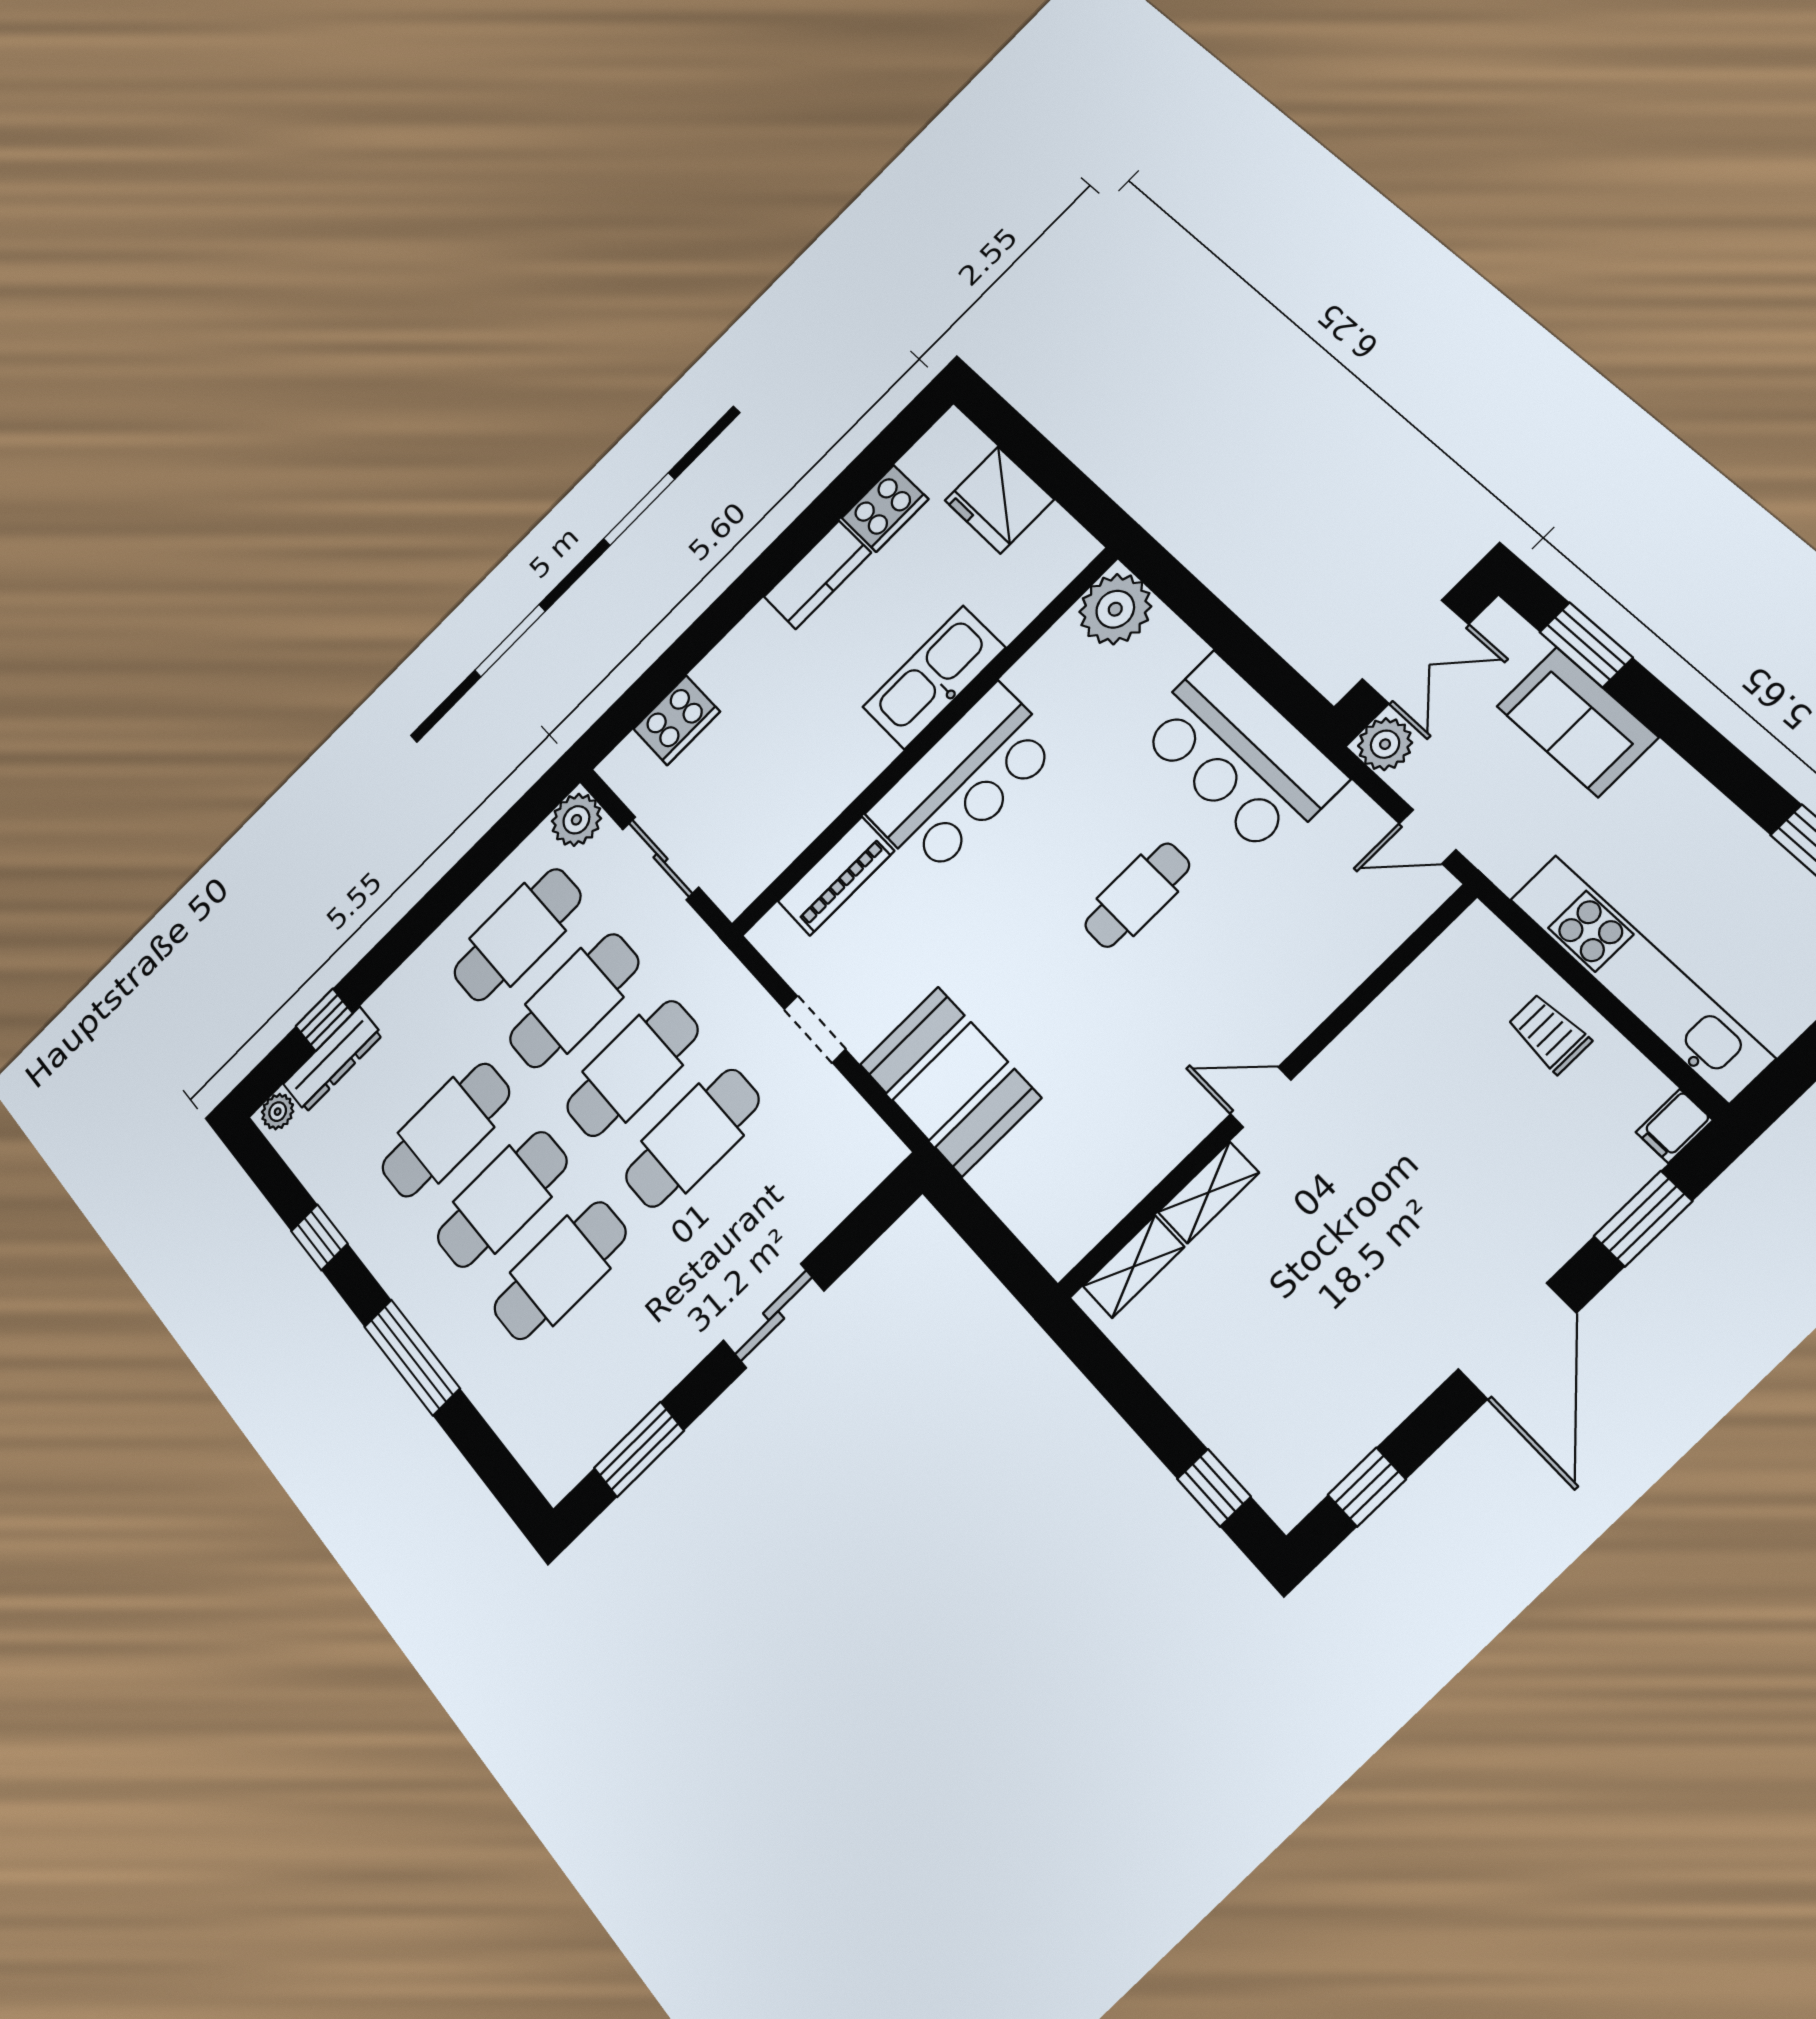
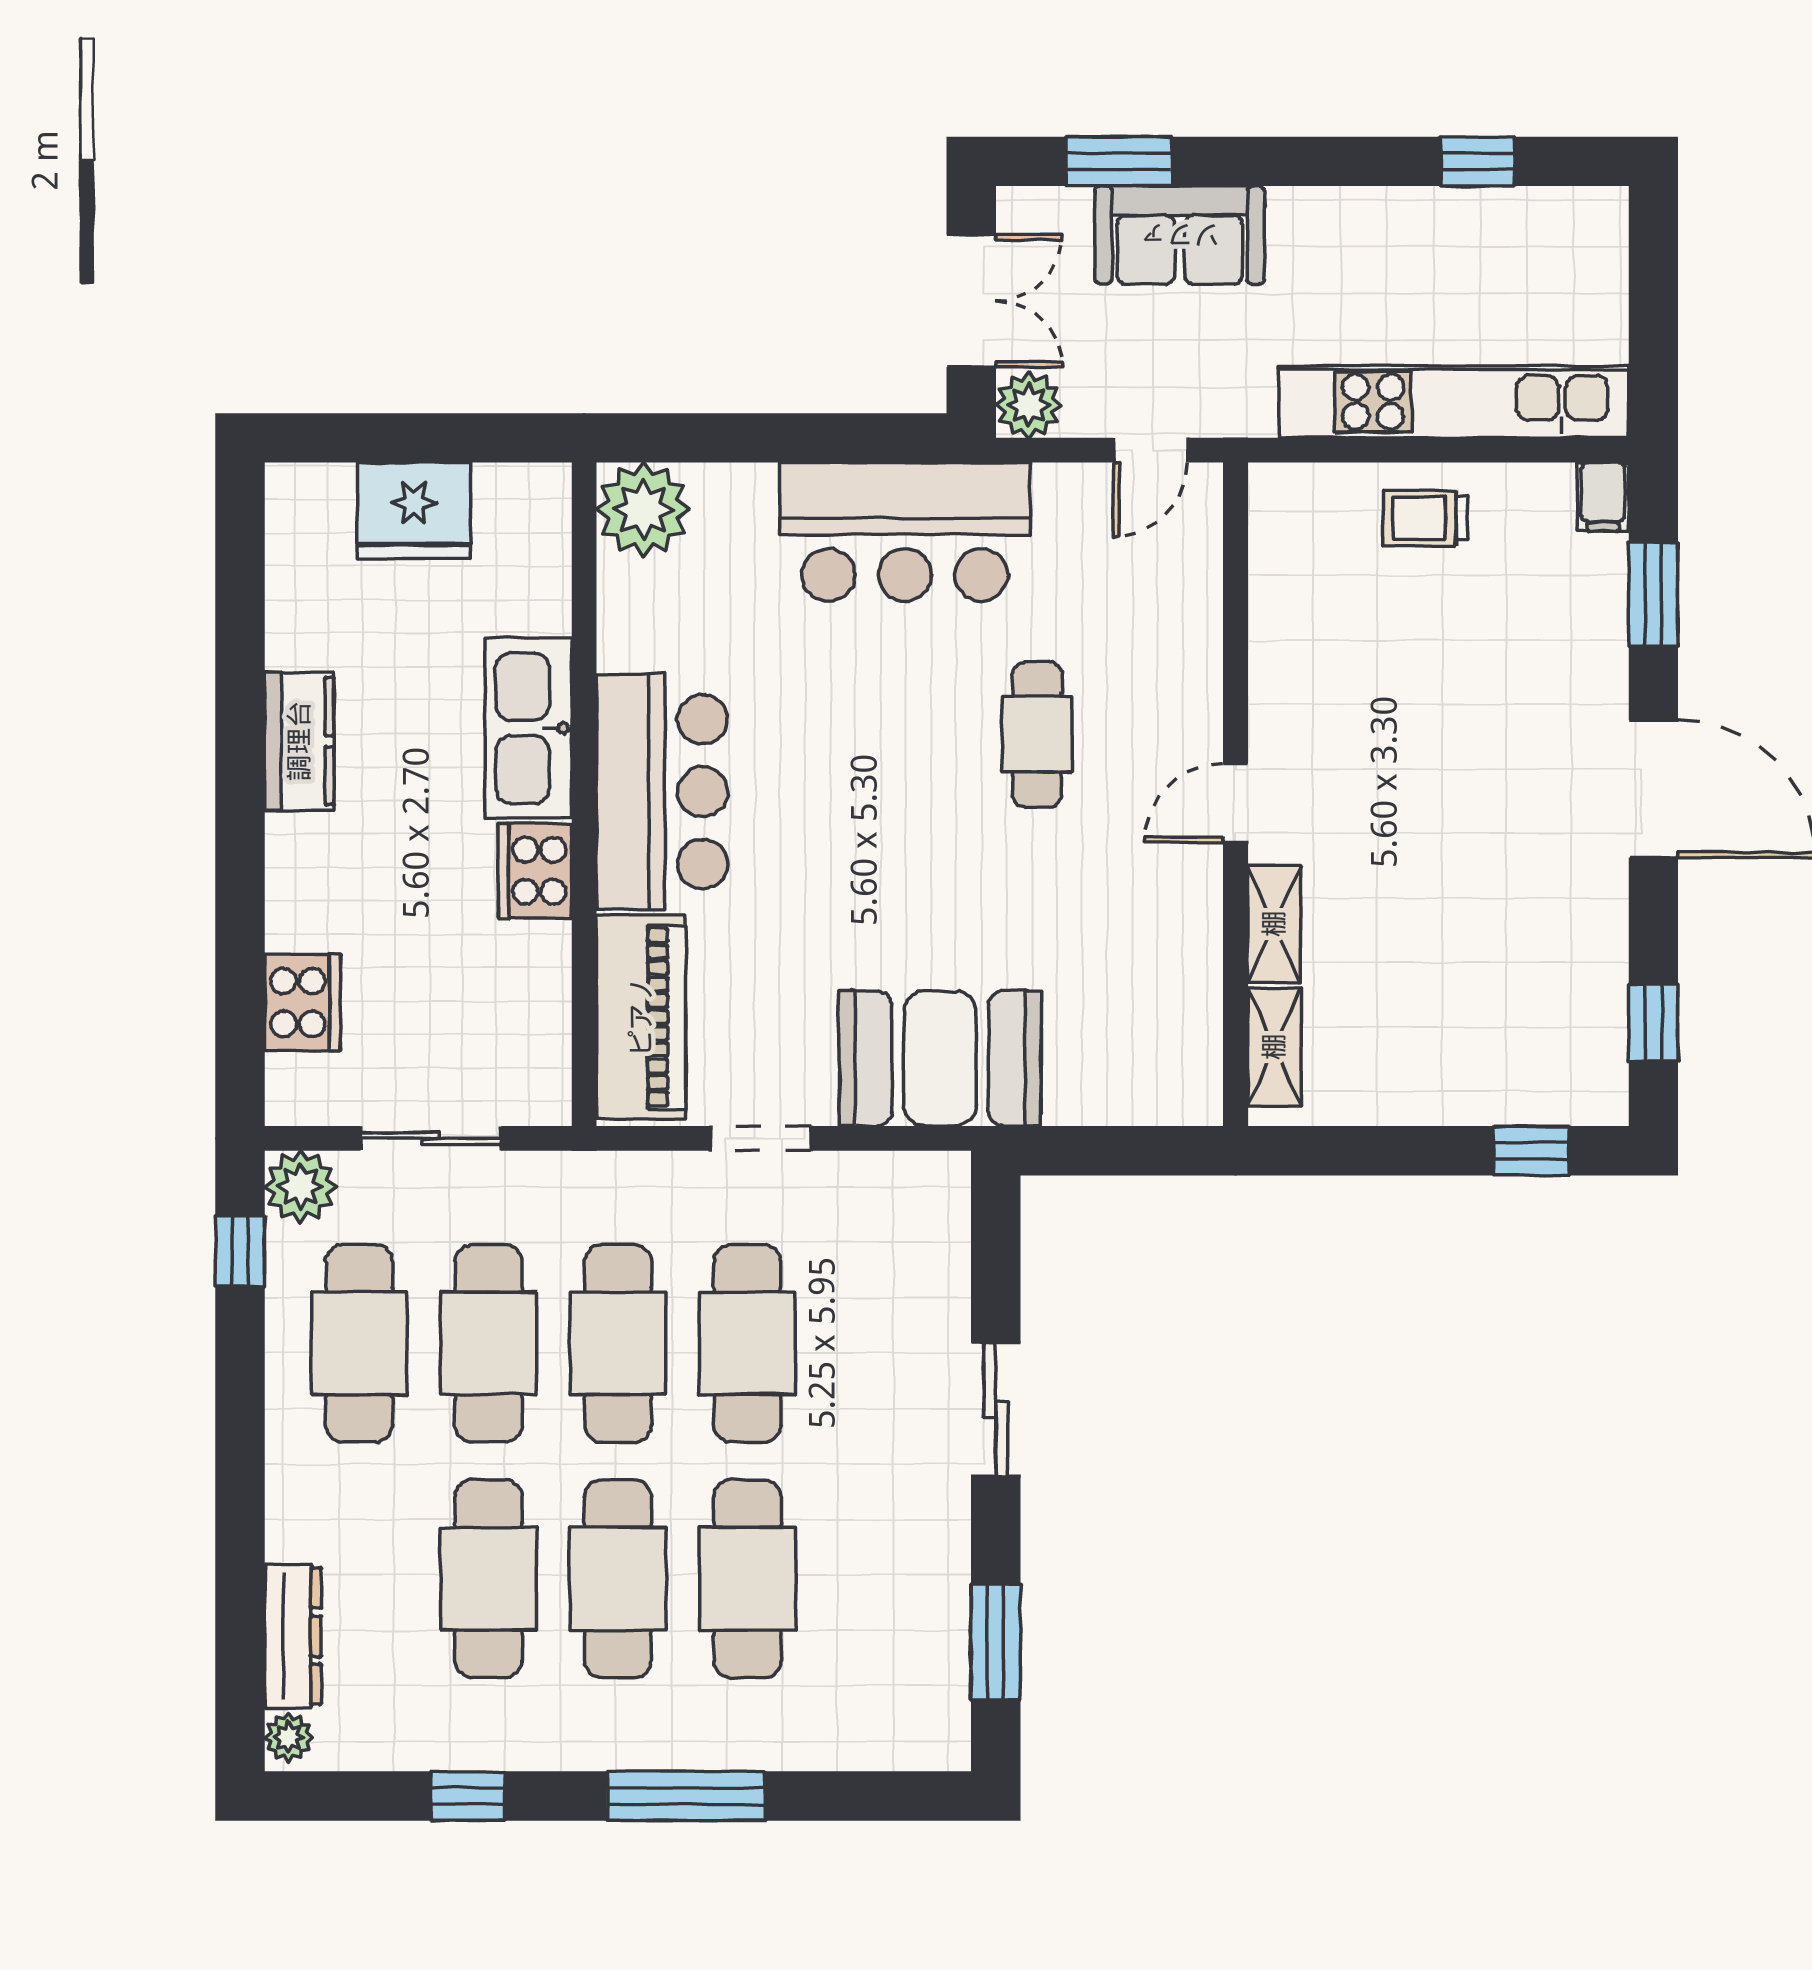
cooker: (885, 508) -> (535, 871), moved, turned 180
piano: (836, 876) -> (641, 1017), width x1.37, depth x1.33
cafe table: (1137, 895) -> (1037, 735), moved
window: (324, 1020) -> (240, 1251), moved

